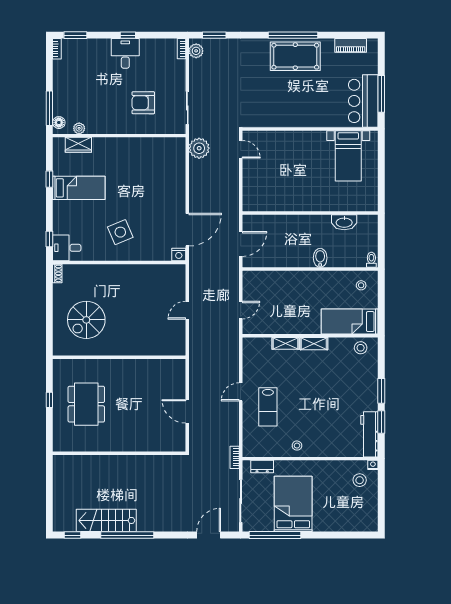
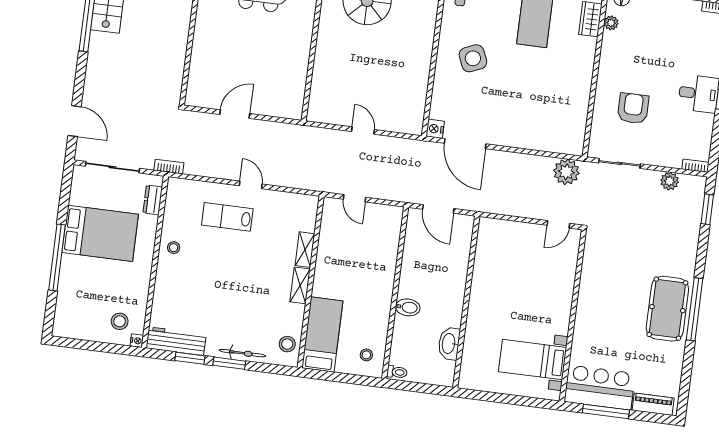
piano: (351, 45) -> (653, 404), moved, turned 90
plant: (196, 51) -> (670, 181), moved
bicycle: (372, 382) -> (242, 353), added
window: (275, 535) -> (57, 257), moved

